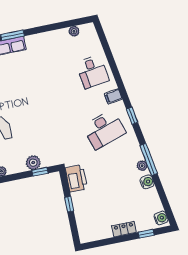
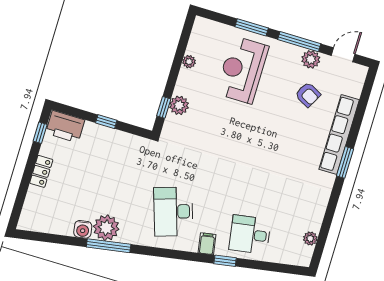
window: (132, 116) -> (225, 261), moved
plant: (142, 166) -> (106, 228), width x1.88, depth x1.88
printer: (76, 178) -> (65, 127), moved
water cooler: (161, 218) -> (31, 223), removed
window: (146, 234) -> (40, 133), moved

